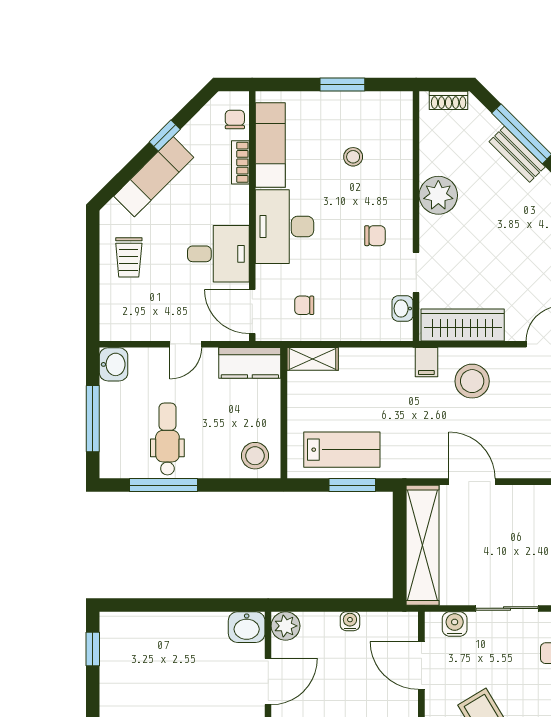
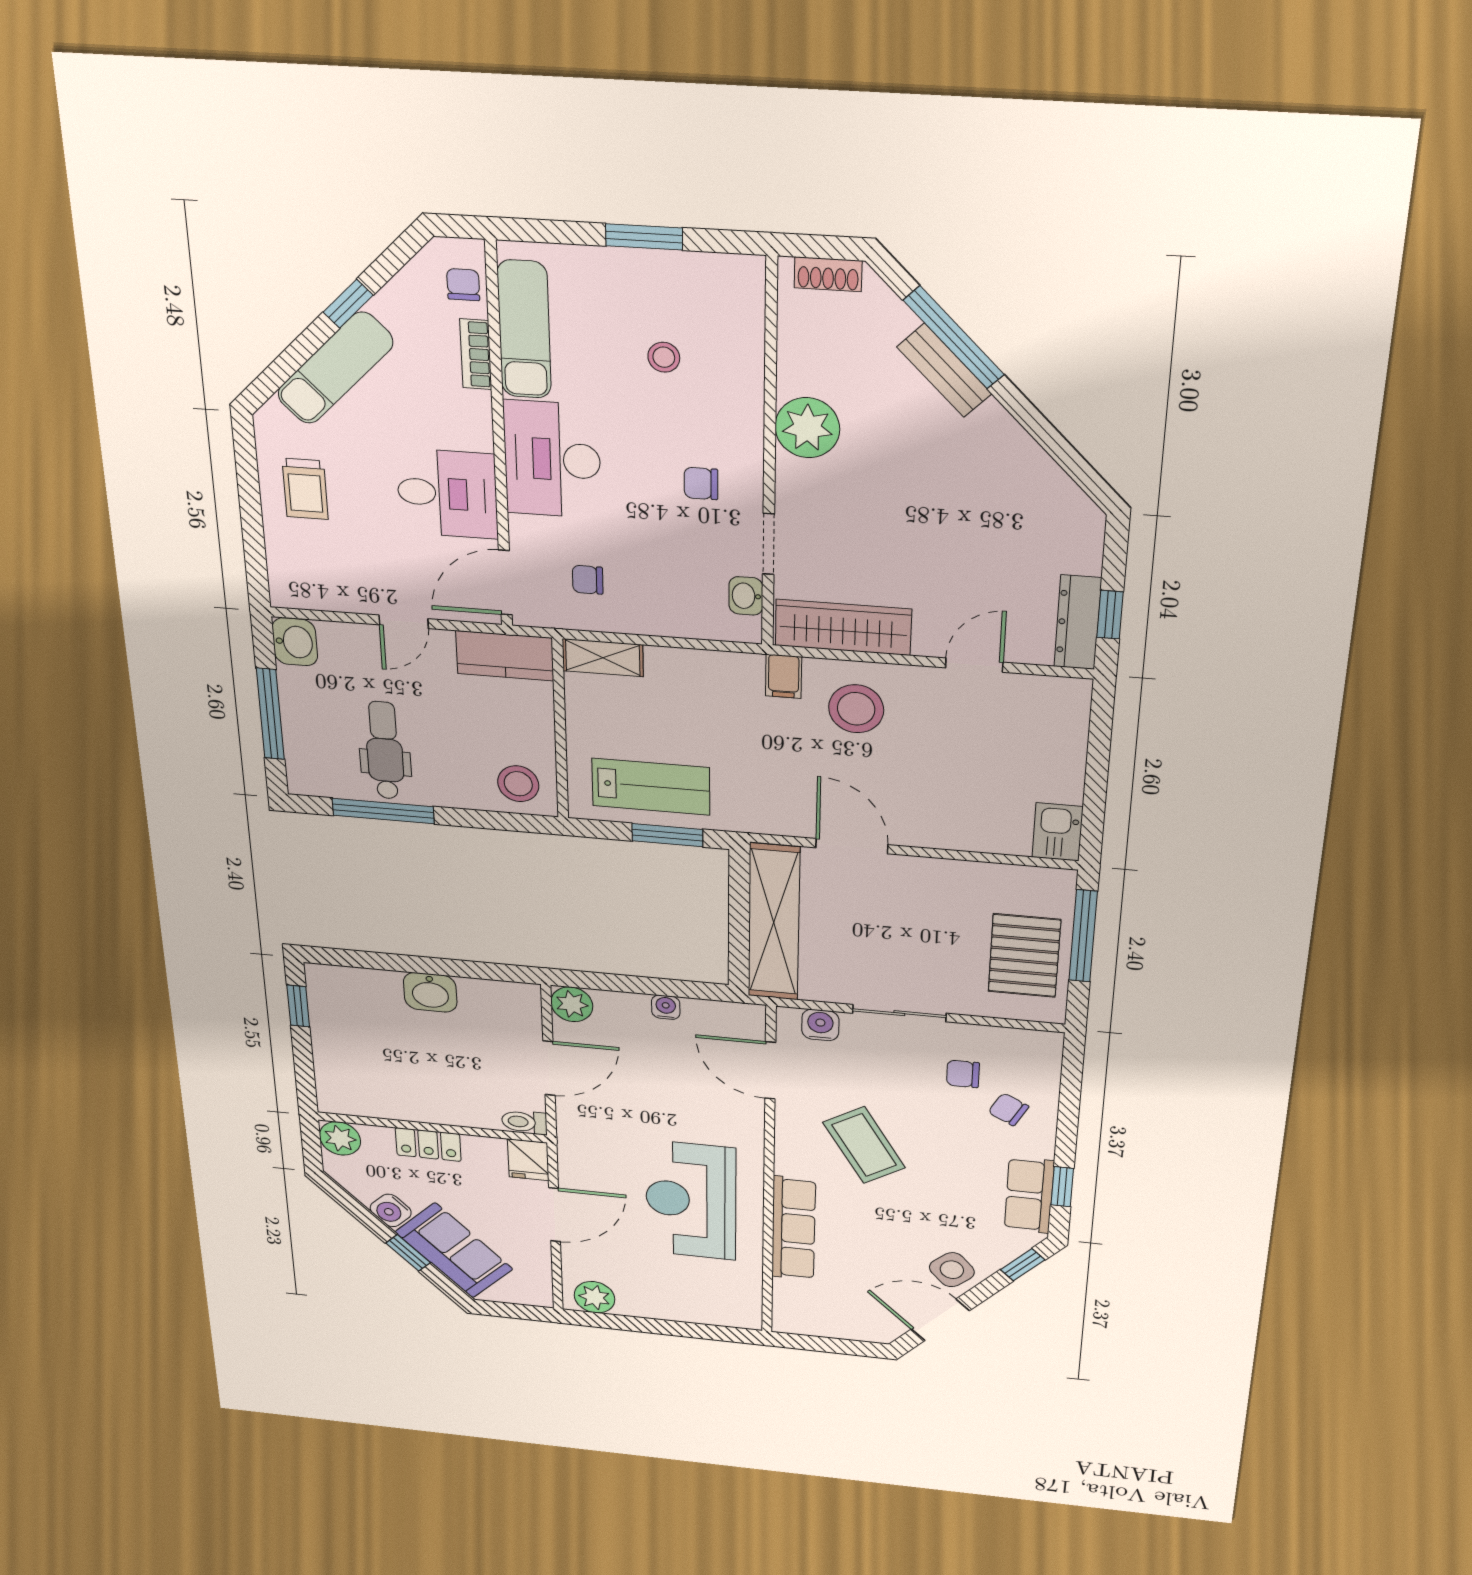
chair: (375, 236) -> (701, 483), turned 180
door: (252, 312) -> (505, 583), hinge flipped
washbasin: (247, 627) -> (430, 992), moved

